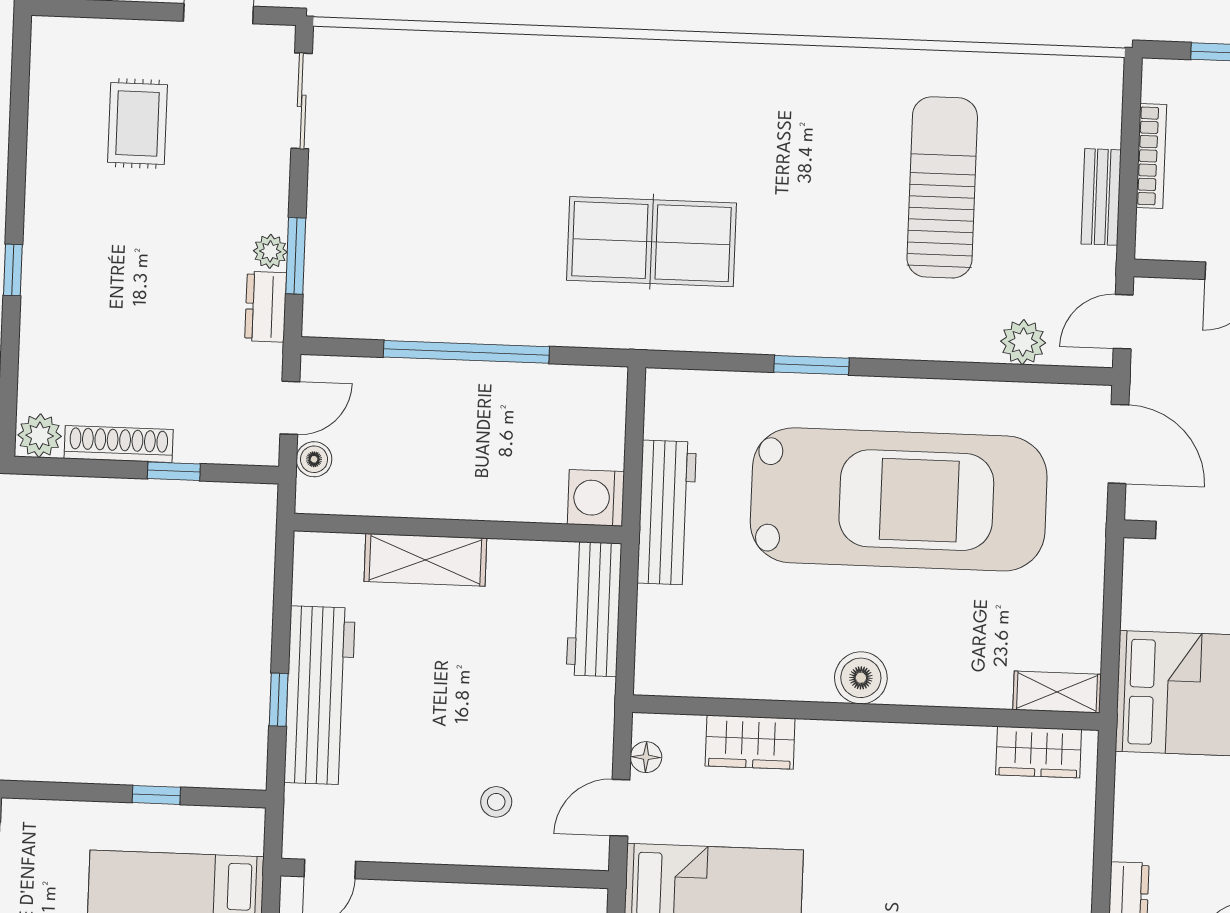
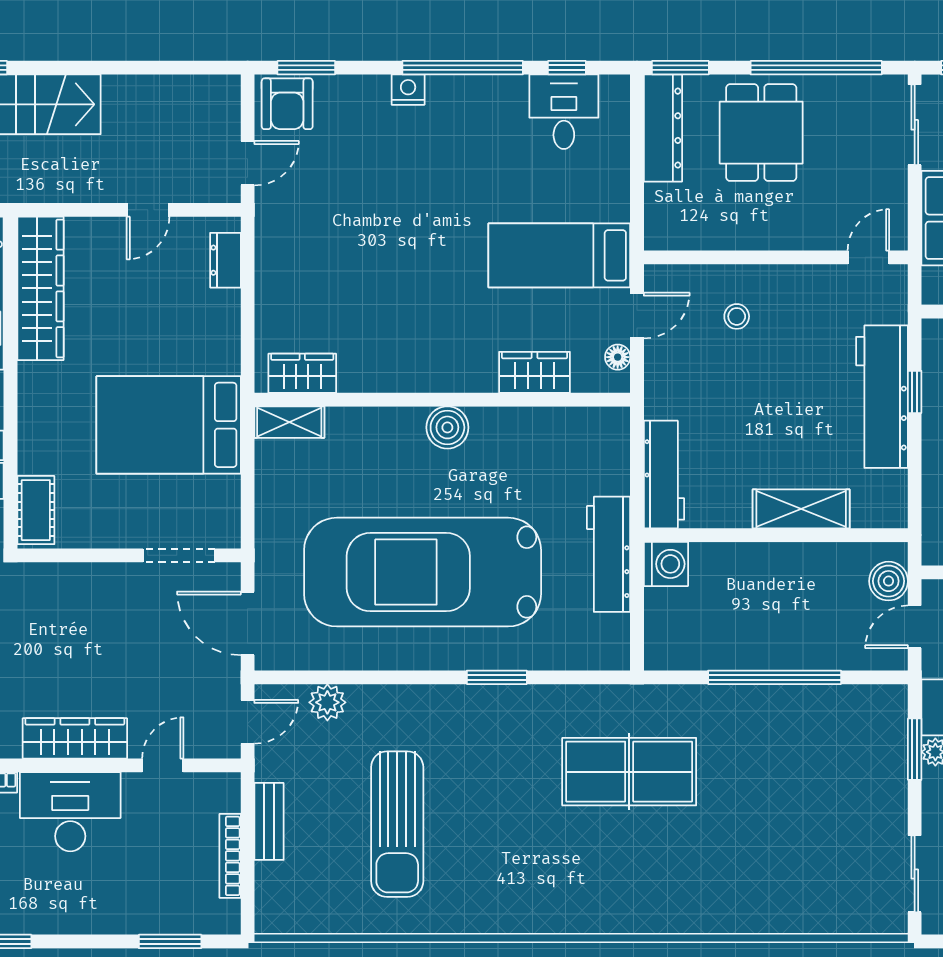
boiler: (314, 459) -> (889, 581), width x1.36, depth x1.36

